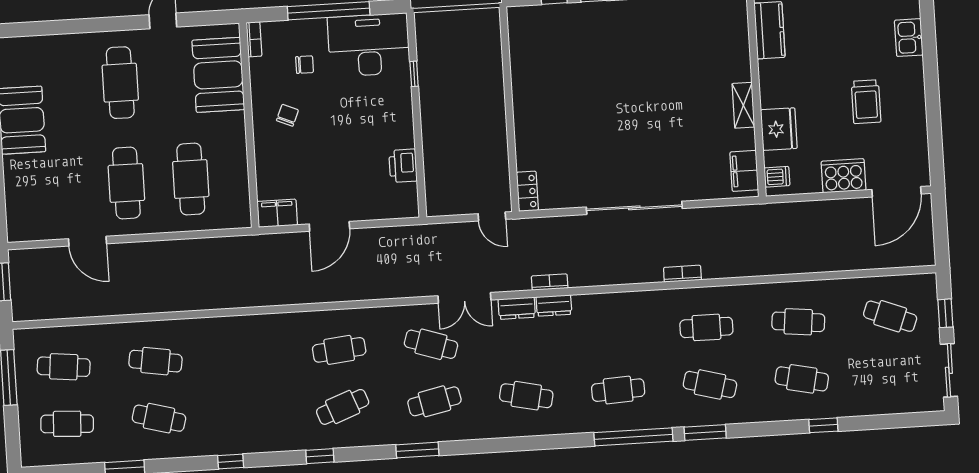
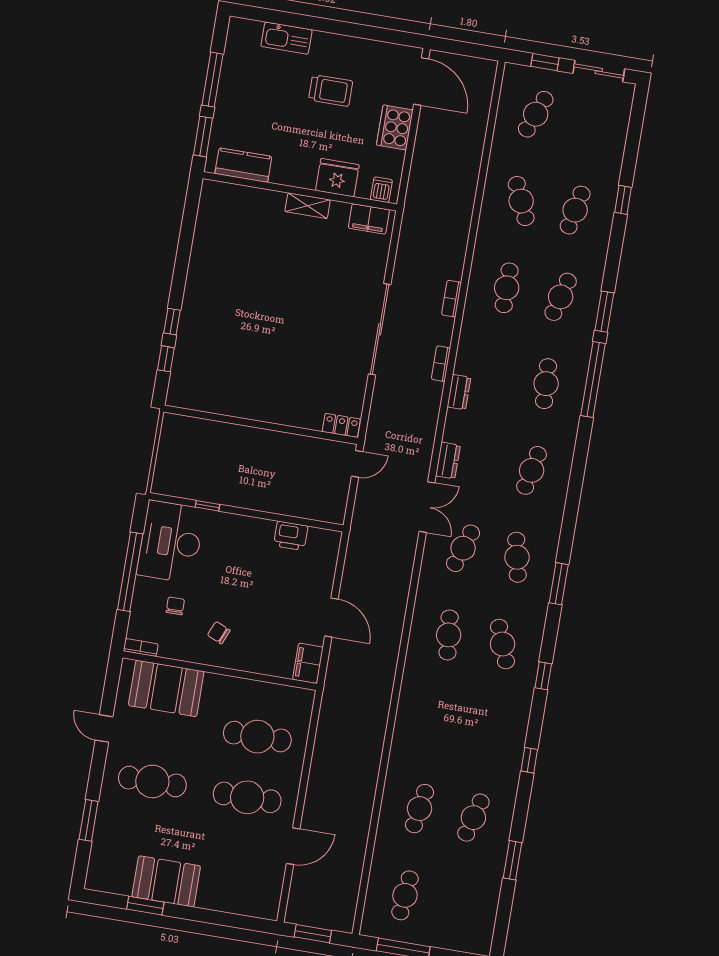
window: (66, 27) -> (89, 820), added
kitchen sink: (909, 38) -> (286, 38), width x1.38
bookcase: (550, 282) -> (441, 364), moved
dresser: (554, 305) -> (459, 392), moved
cafe table: (798, 322) -> (521, 201), turned -30
cafe table: (67, 424) -> (459, 904), removed

